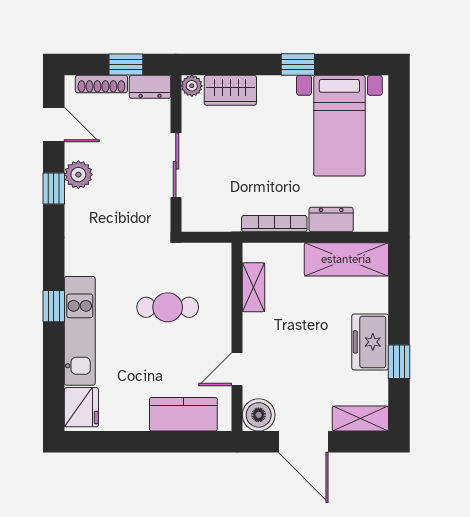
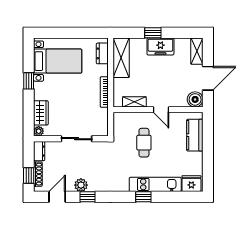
window: (126, 65) -> (29, 176), moved
dresser: (331, 220) -> (102, 53), moved
window: (399, 362) -> (153, 33), moved
door: (237, 369) -> (161, 110), moved

